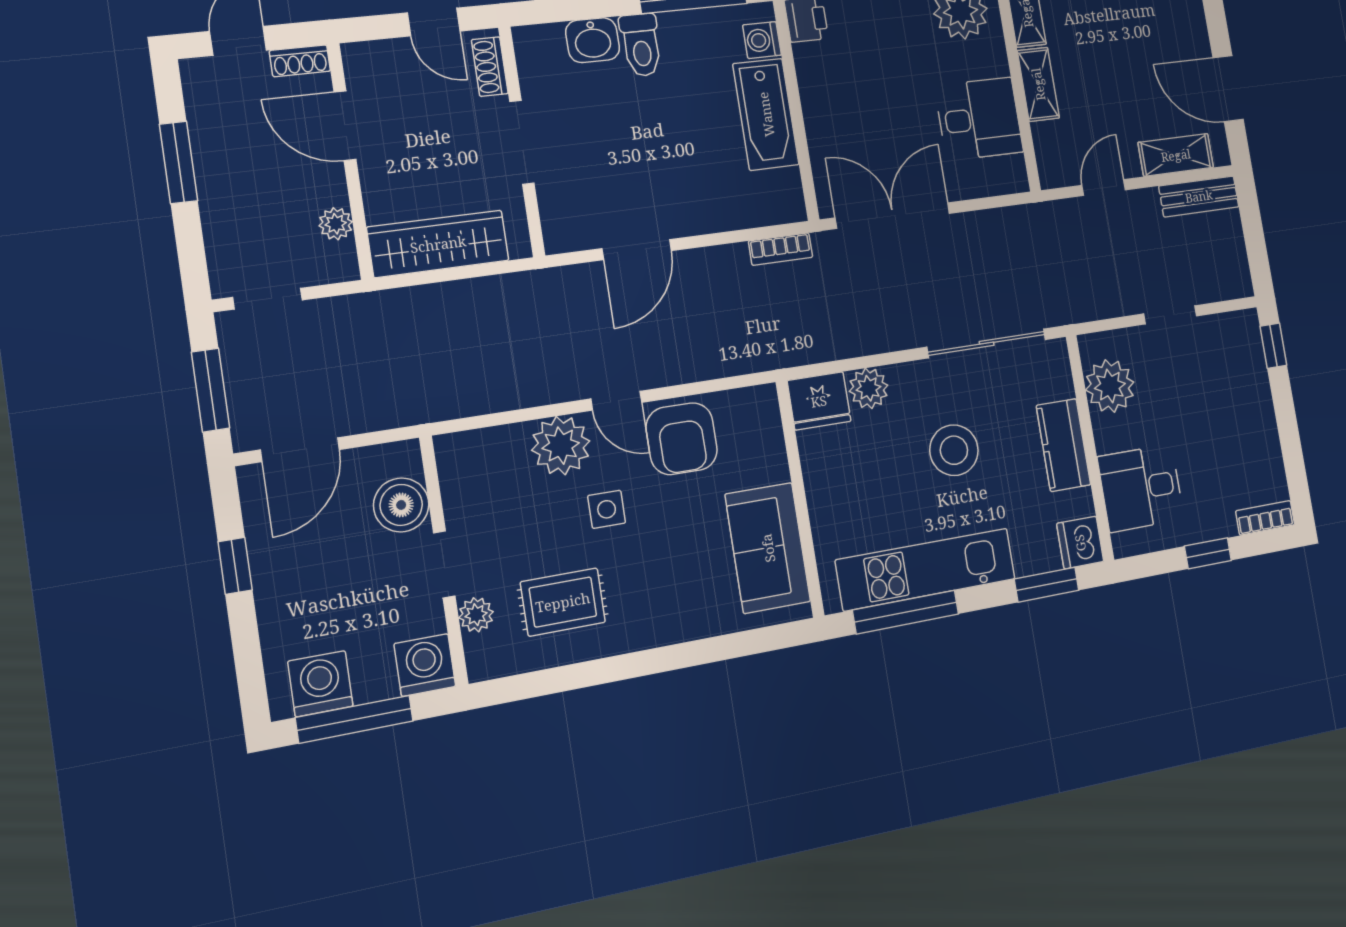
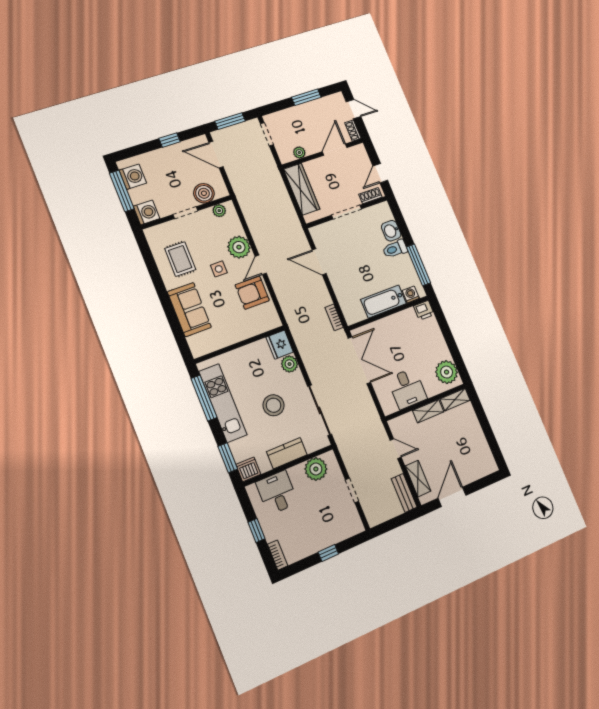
window: (1273, 346) -> (328, 553), moved
sofa: (768, 548) -> (189, 310), moved, turned 90
plant: (476, 615) -> (219, 211), moved

